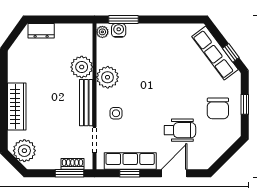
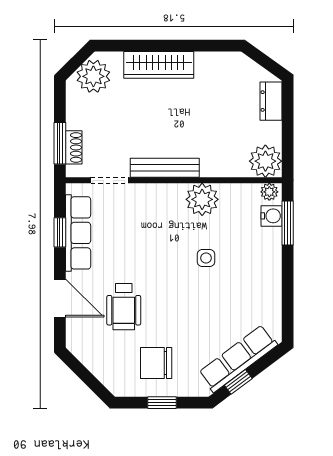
plant: (82, 67) -> (265, 161), moved
side table: (116, 113) -> (206, 258), moved

